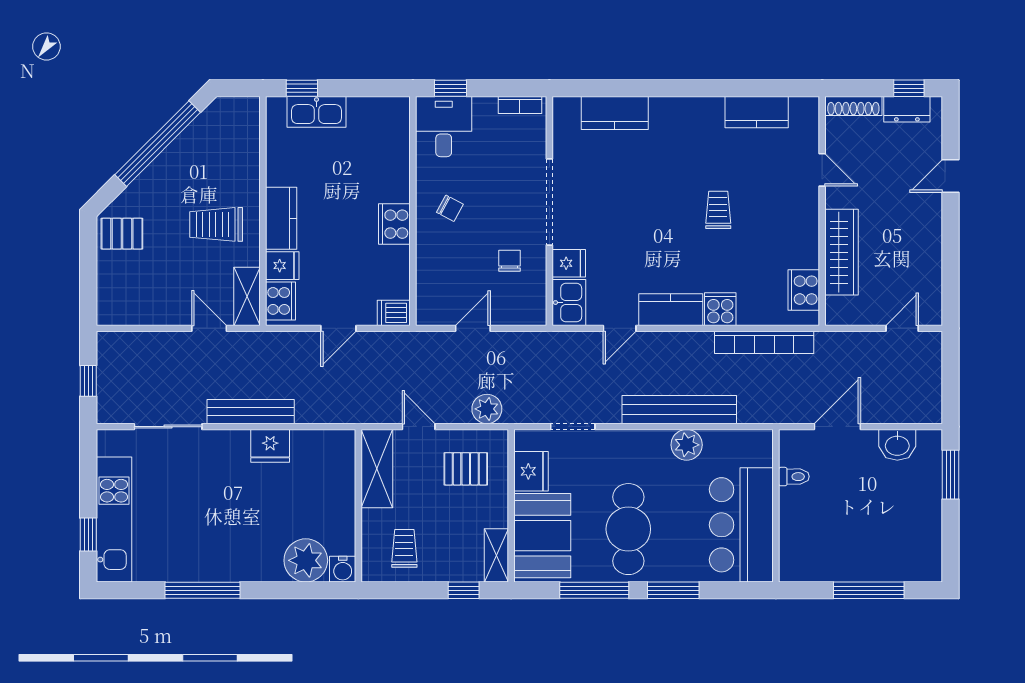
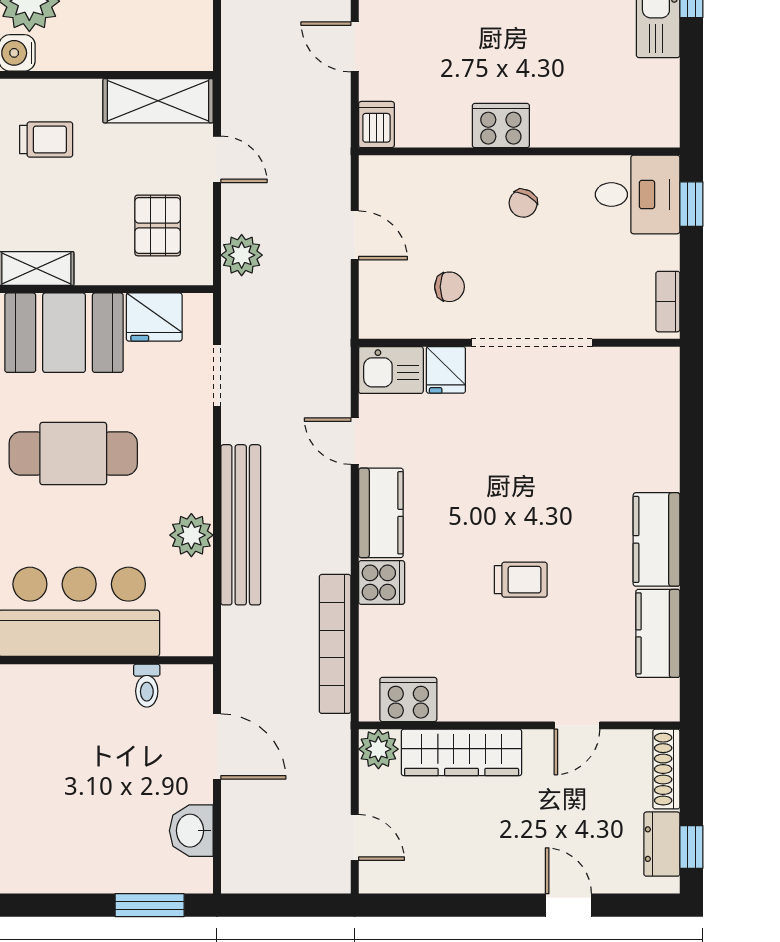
kitchen counter: (615, 113) -> (657, 539), moved
plant: (839, 311) -> (378, 749), added
door: (419, 427) -> (217, 159), hinge flipped

